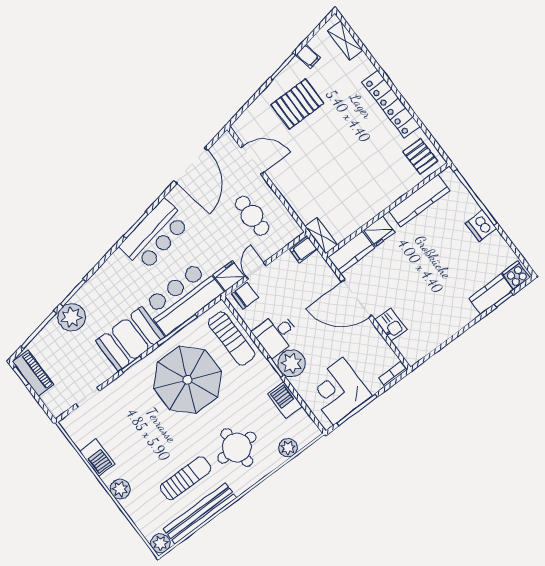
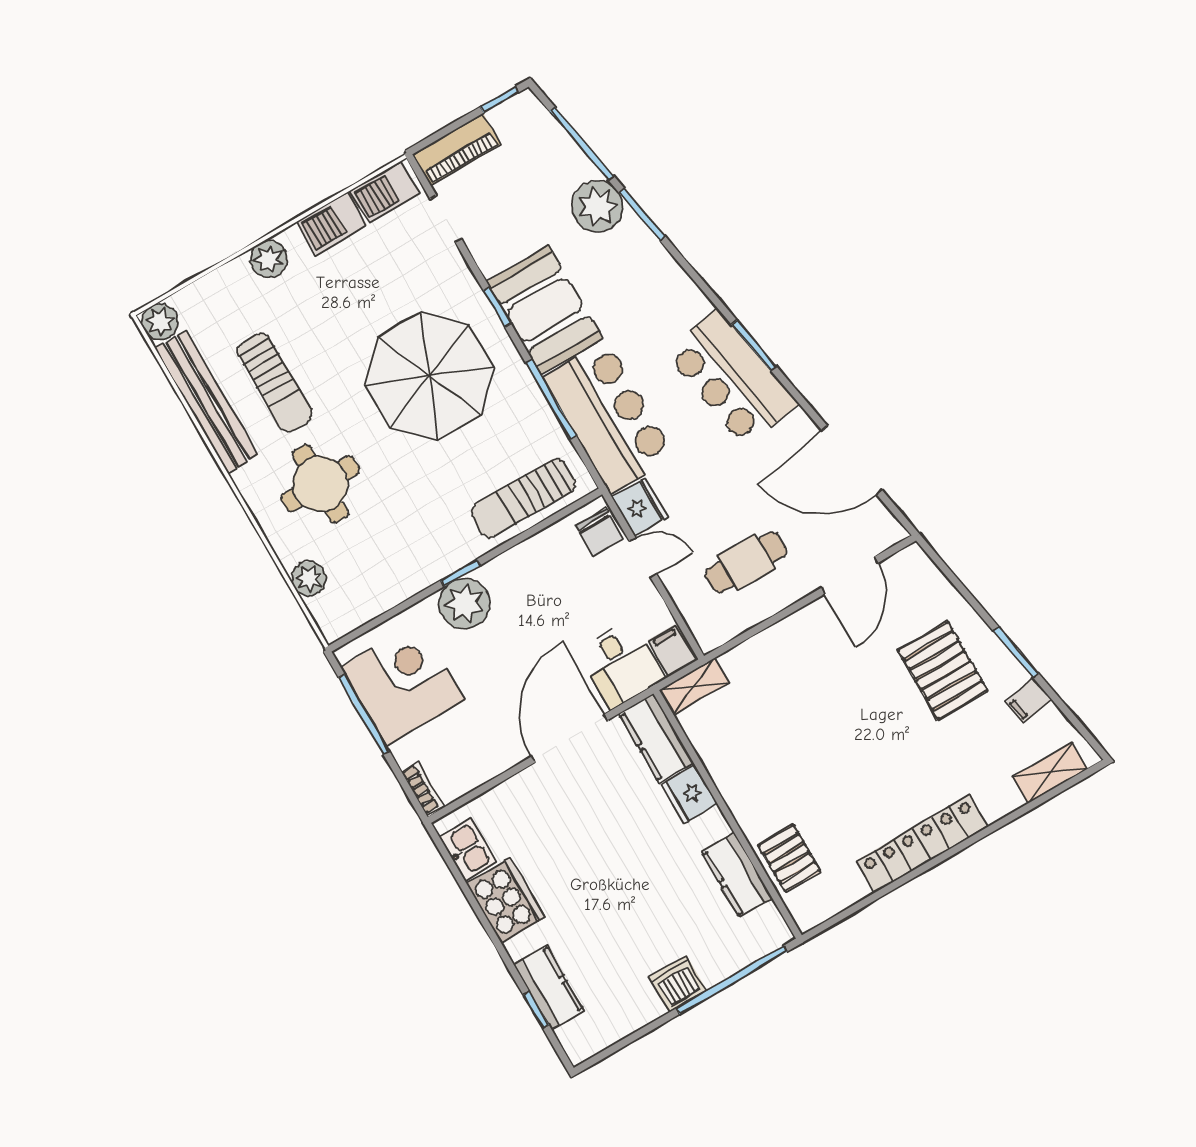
pallet: (420, 156) -> (789, 858), moved, turned 90
kitchen counter: (419, 201) -> (737, 875), width x0.67
cooker: (516, 275) -> (506, 900), moved, width x1.87, depth x1.31
kitchen sink: (391, 325) -> (468, 850), moved, turned -90
desk: (276, 334) -> (621, 664), moved, turned 180
piano: (33, 373) -> (457, 149), moved
parasol: (187, 380) -> (429, 376), moved
barbecue: (285, 400) -> (385, 192), moved, turned 180

